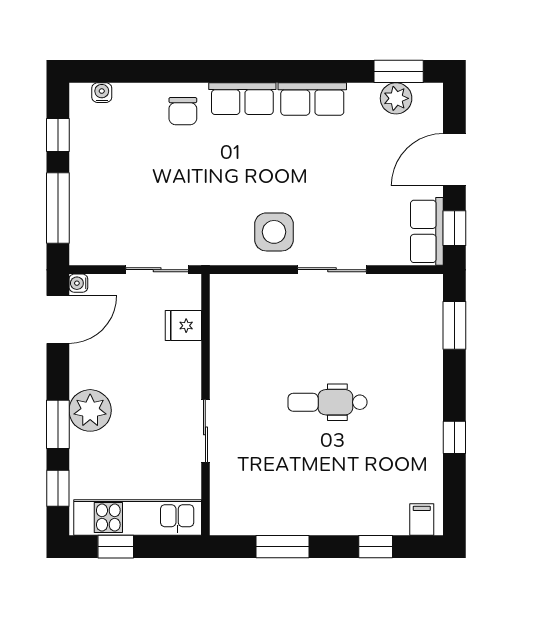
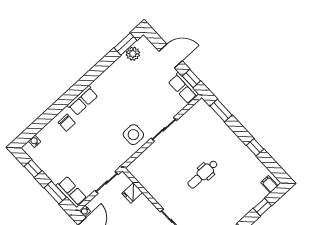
row of seats: (312, 99) -> (71, 192), moved, turned -90
door: (454, 160) -> (171, 56), swing flipped
window: (58, 208) -> (55, 192), width x0.69

